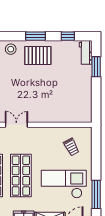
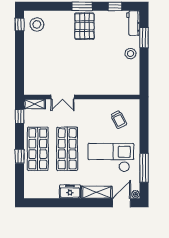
stool: (11, 49) -> (131, 54), moved
pallet: (38, 56) -> (84, 26), turned 90
double door: (16, 125) -> (63, 97), swing flipped

